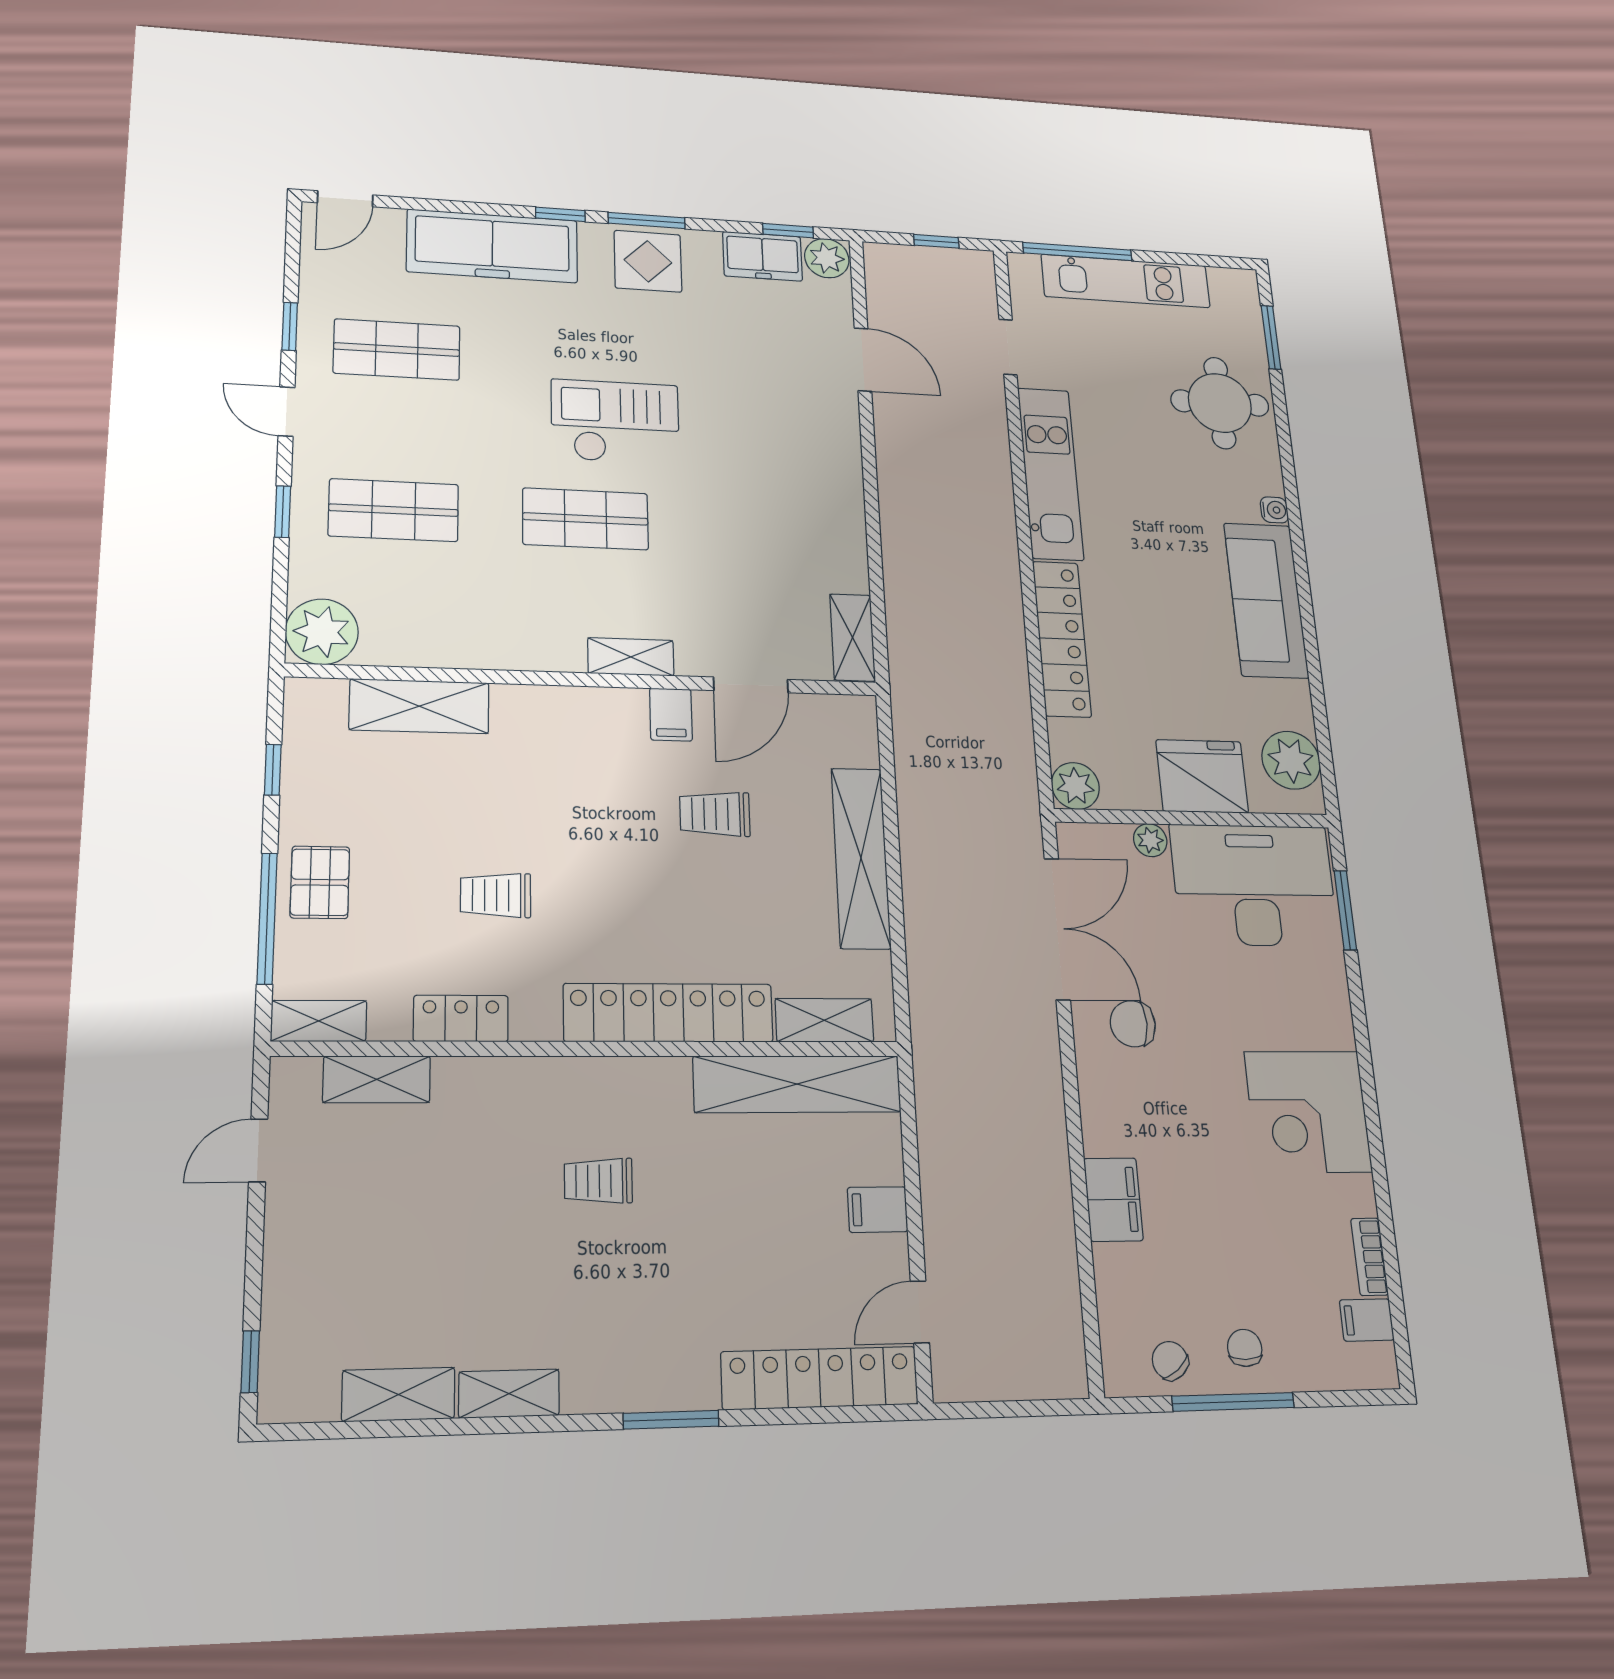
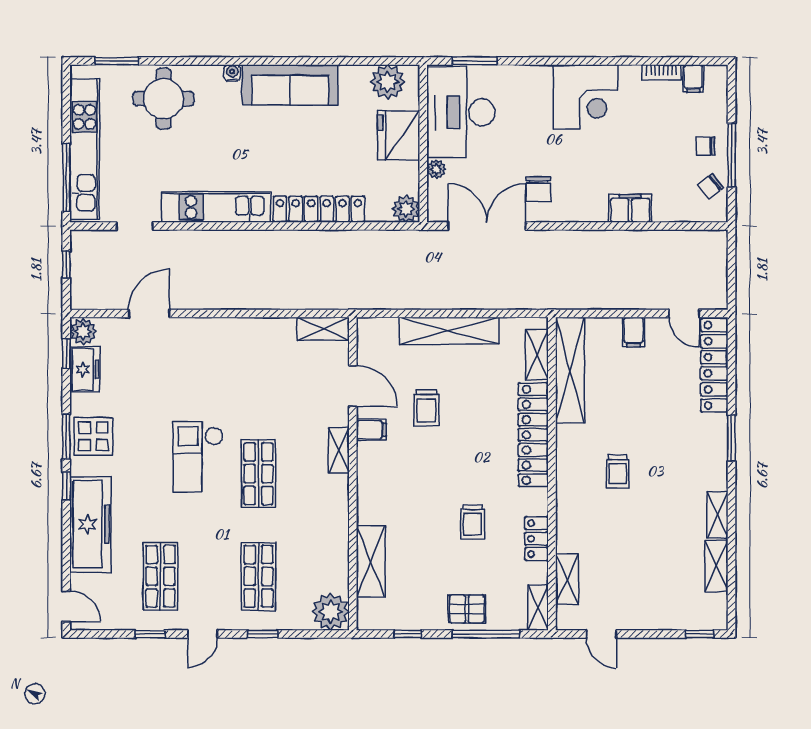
kitchen unit: (1126, 281) -> (84, 149), width x1.36

